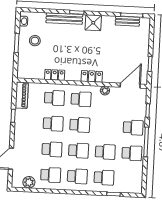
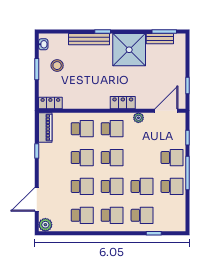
shower: (93, 23) -> (129, 50), width x1.86, depth x1.86
locker: (55, 75) -> (50, 103), moved
plant: (29, 182) -> (45, 225), moved

